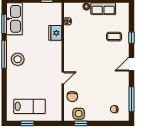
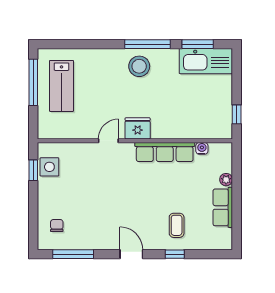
fridge: (55, 33) -> (138, 128), moved
row of seats: (70, 44) -> (165, 152), added
door: (63, 78) -> (108, 141), swing flipped
chair: (72, 97) -> (78, 156), removed
window: (27, 123) -> (33, 82), width x2.17

